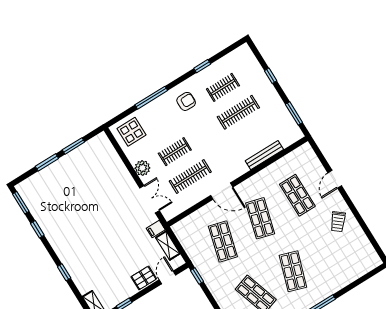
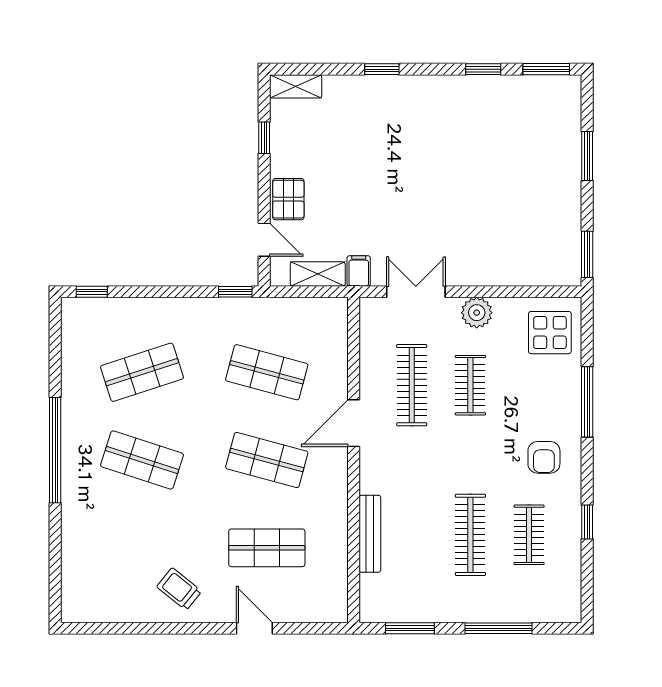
window: (271, 76) -> (498, 628), width x2.17
window: (73, 146) -> (587, 254), moved
double door: (150, 199) -> (416, 292), swing flipped

